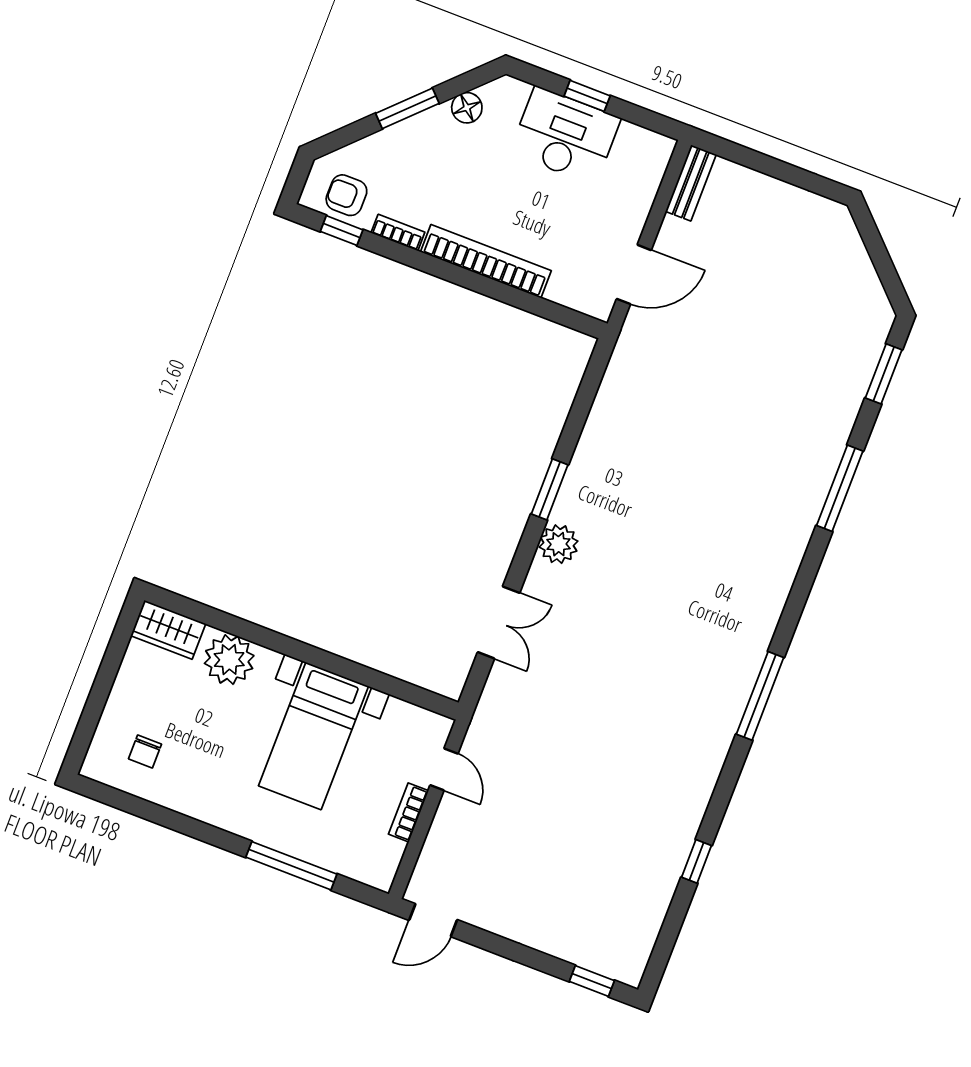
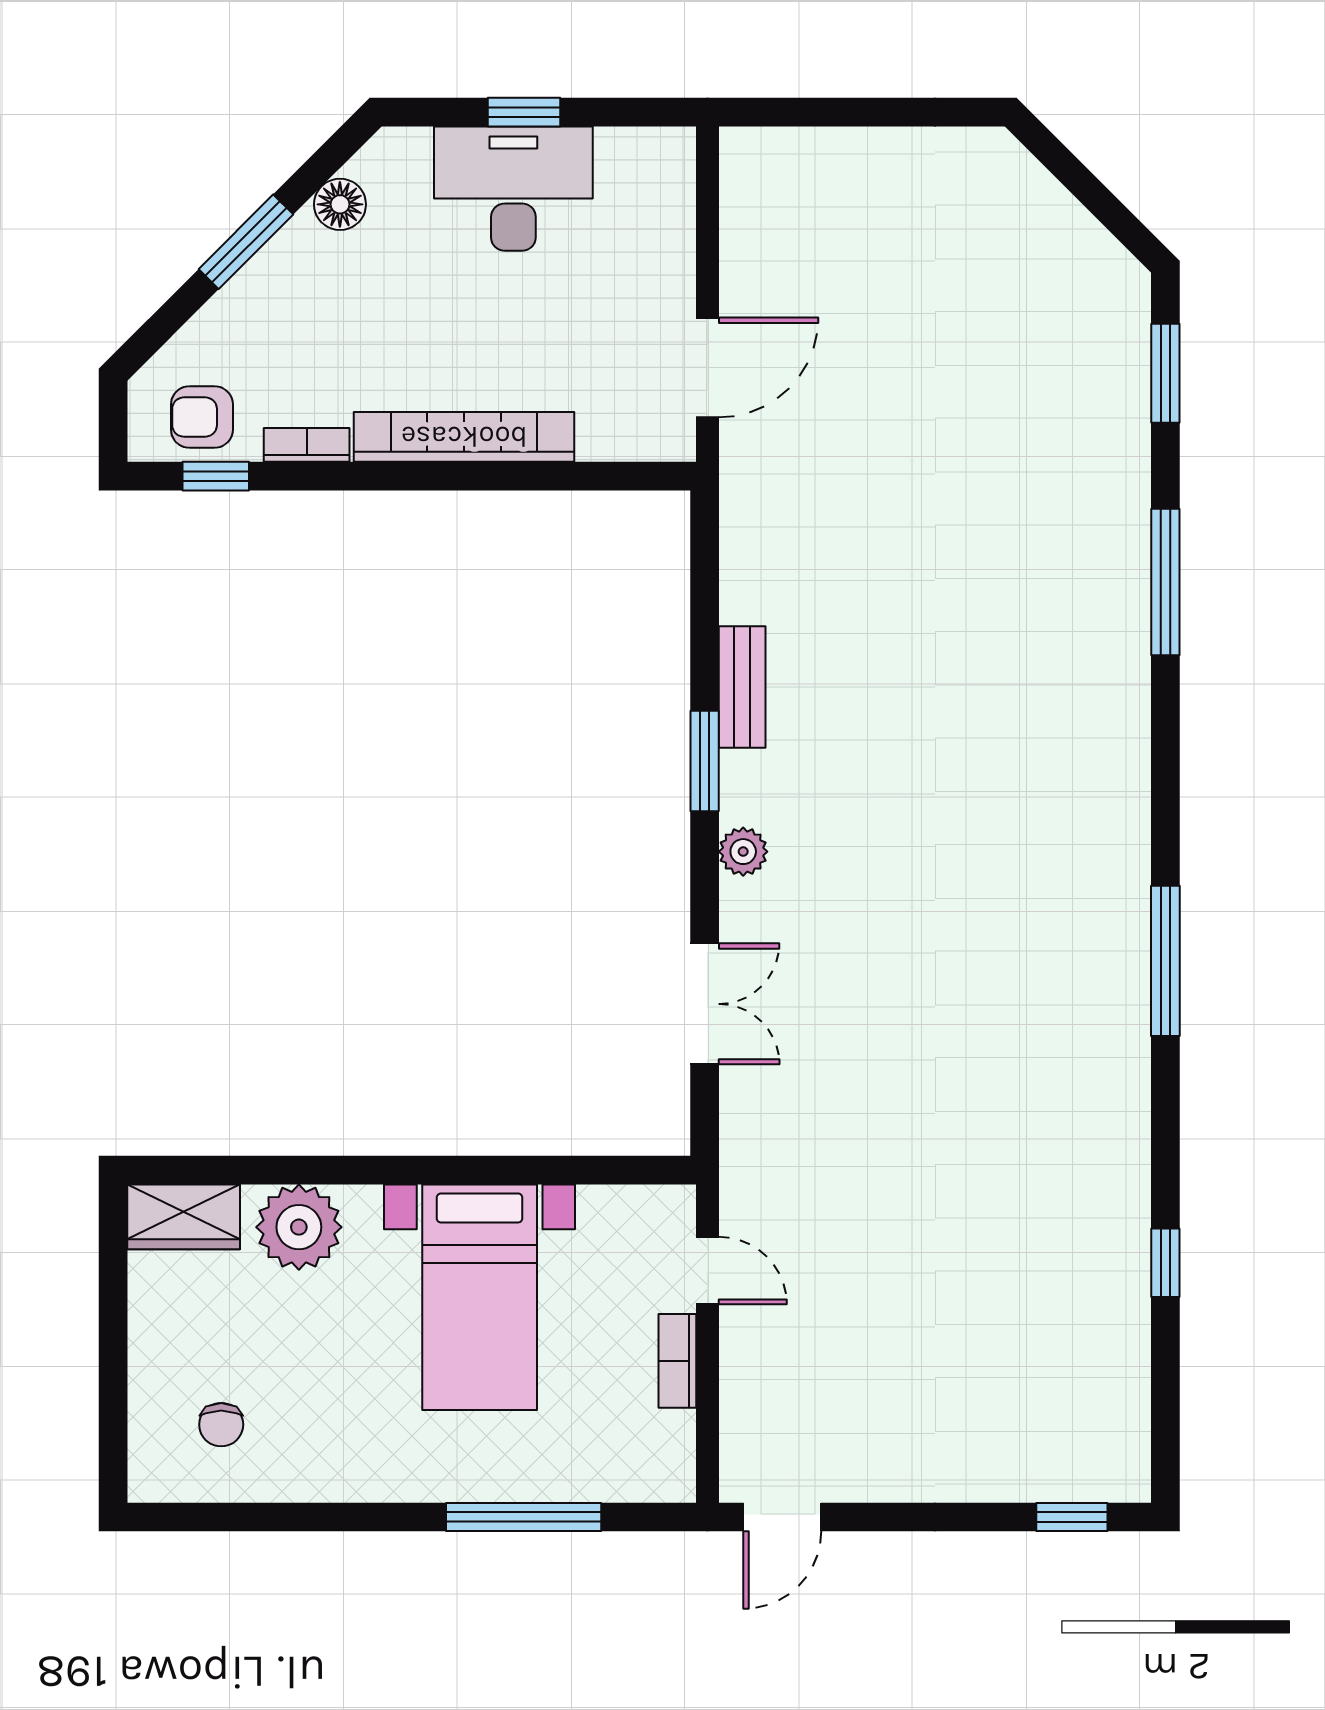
bench: (691, 183) -> (742, 687), moved
plant: (559, 544) -> (743, 852), width x0.73, depth x0.73

